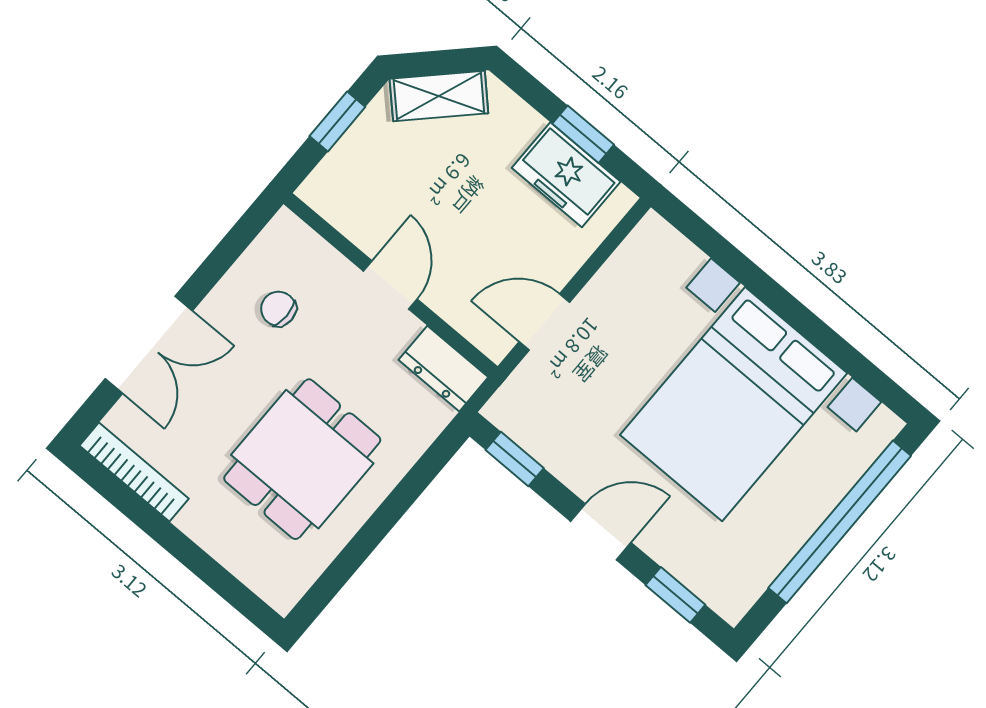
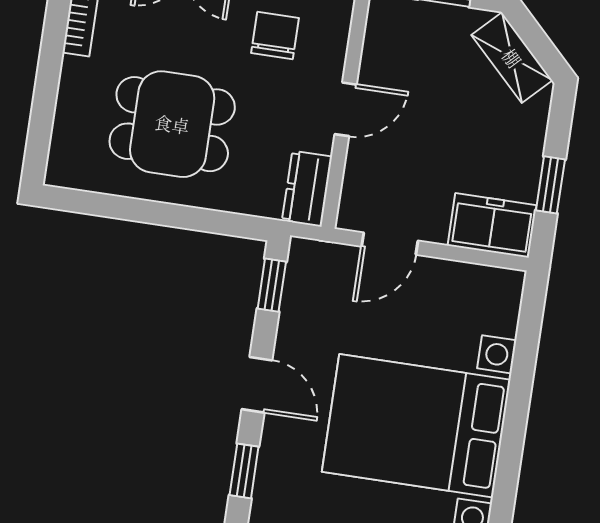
freezer: (566, 175) -> (492, 225), moved, turned 90
chair: (278, 309) -> (275, 36), width x1.37, depth x1.37
door: (544, 322) -> (390, 244), swing flipped

